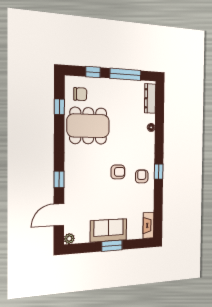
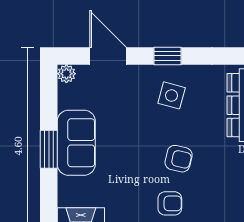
armchair: (118, 172) -> (179, 159), turned -77
side table: (82, 177) -> (172, 95), added

